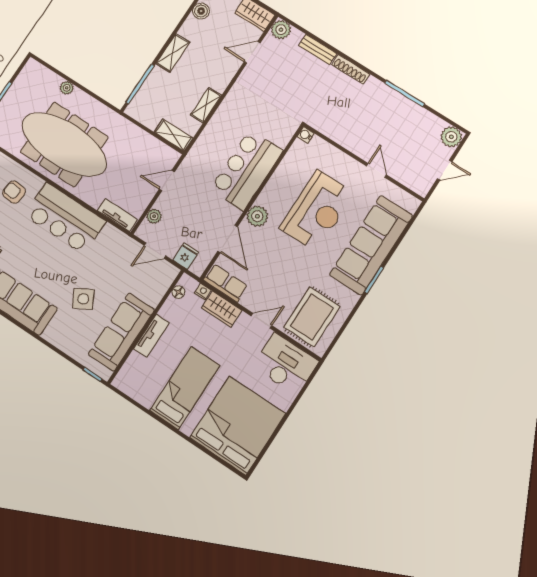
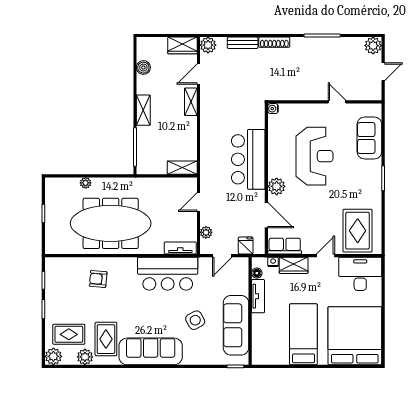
shelving: (206, 105) -> (191, 102), moved
bar counter: (65, 218) -> (168, 274), moved
sofa: (371, 245) -> (369, 138), width x0.54, depth x0.79
tv unit: (151, 336) -> (258, 296), moved

